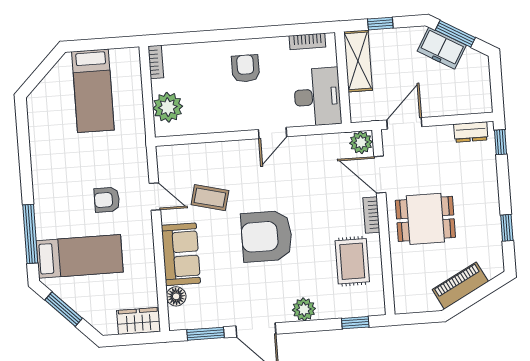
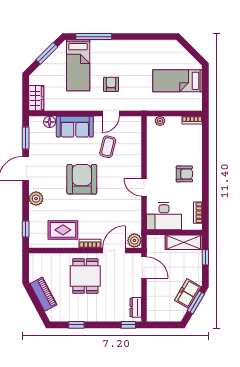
plant: (168, 107) -> (160, 121), width x0.53, depth x0.53

